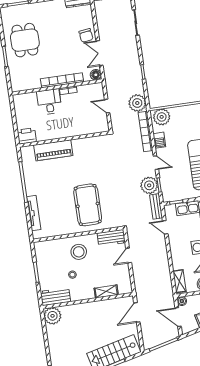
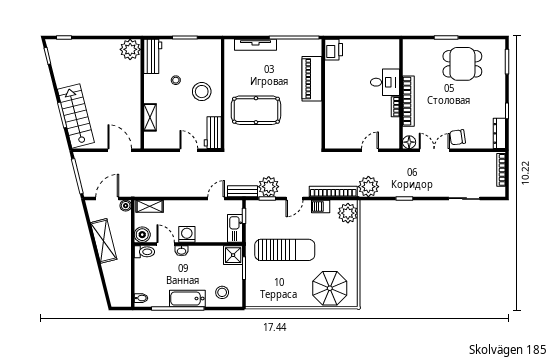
printer: (27, 136) -> (334, 50), moved
wall: (64, 139) -> (323, 94), moved
piano: (53, 150) -> (312, 79), moved

